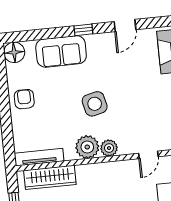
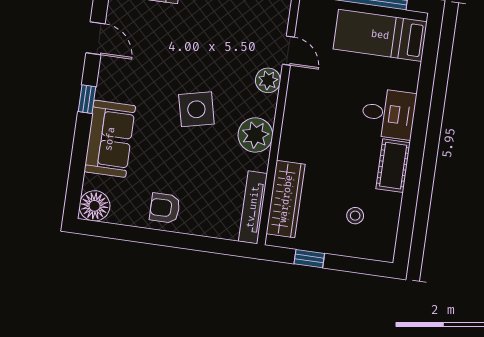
plant: (109, 148) -> (268, 80), moved

